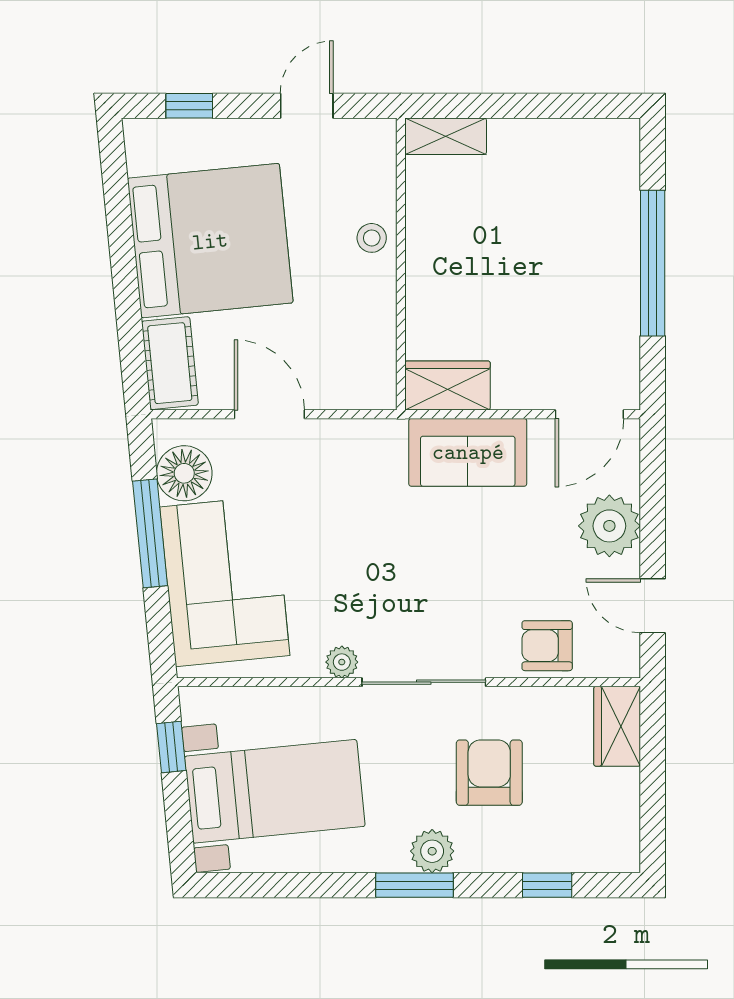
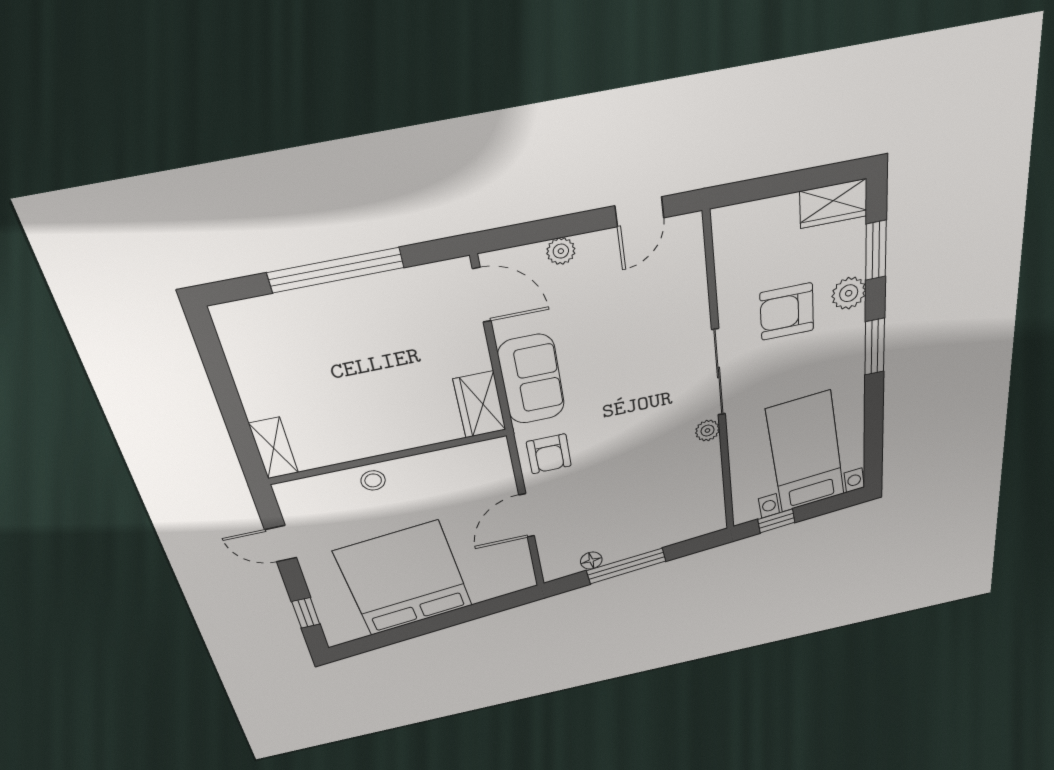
cot: (170, 363) -> (501, 582), removed
floor lamp: (184, 473) -> (591, 561), width x0.53, depth x0.53
plant: (609, 526) -> (561, 251), width x0.53, depth x0.53
corner sofa: (225, 581) -> (655, 516), removed
armchair: (547, 646) -> (549, 454), moved
wardrobe: (617, 726) -> (833, 204), moved
plant: (432, 851) -> (849, 293), moved
window: (547, 885) -> (876, 250), width x1.50

